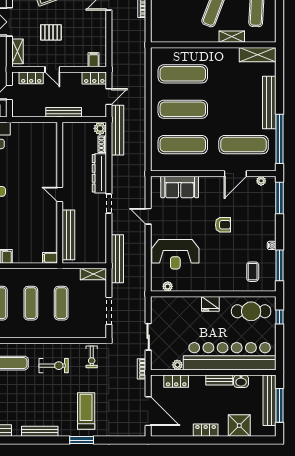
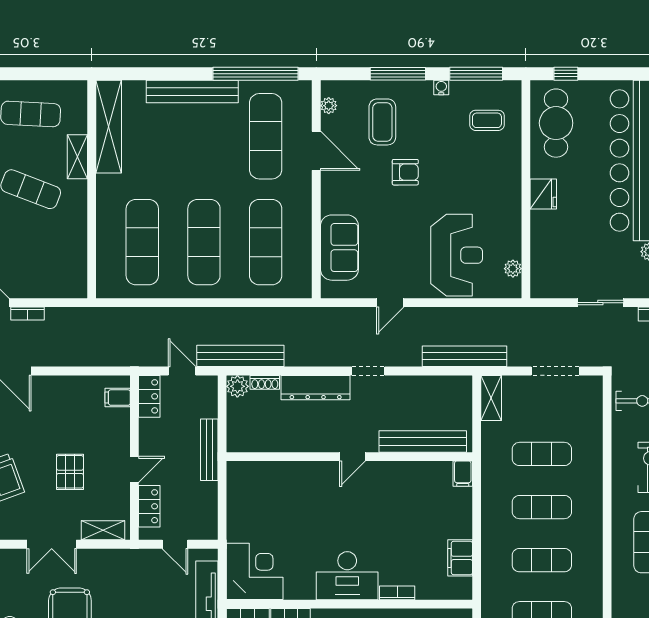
shelving: (258, 55) -> (109, 127), width x1.47
window: (279, 198) -> (398, 74), moved
coffee table: (252, 212) -> (382, 122), added
armchair: (223, 225) -> (405, 172), turned 90

